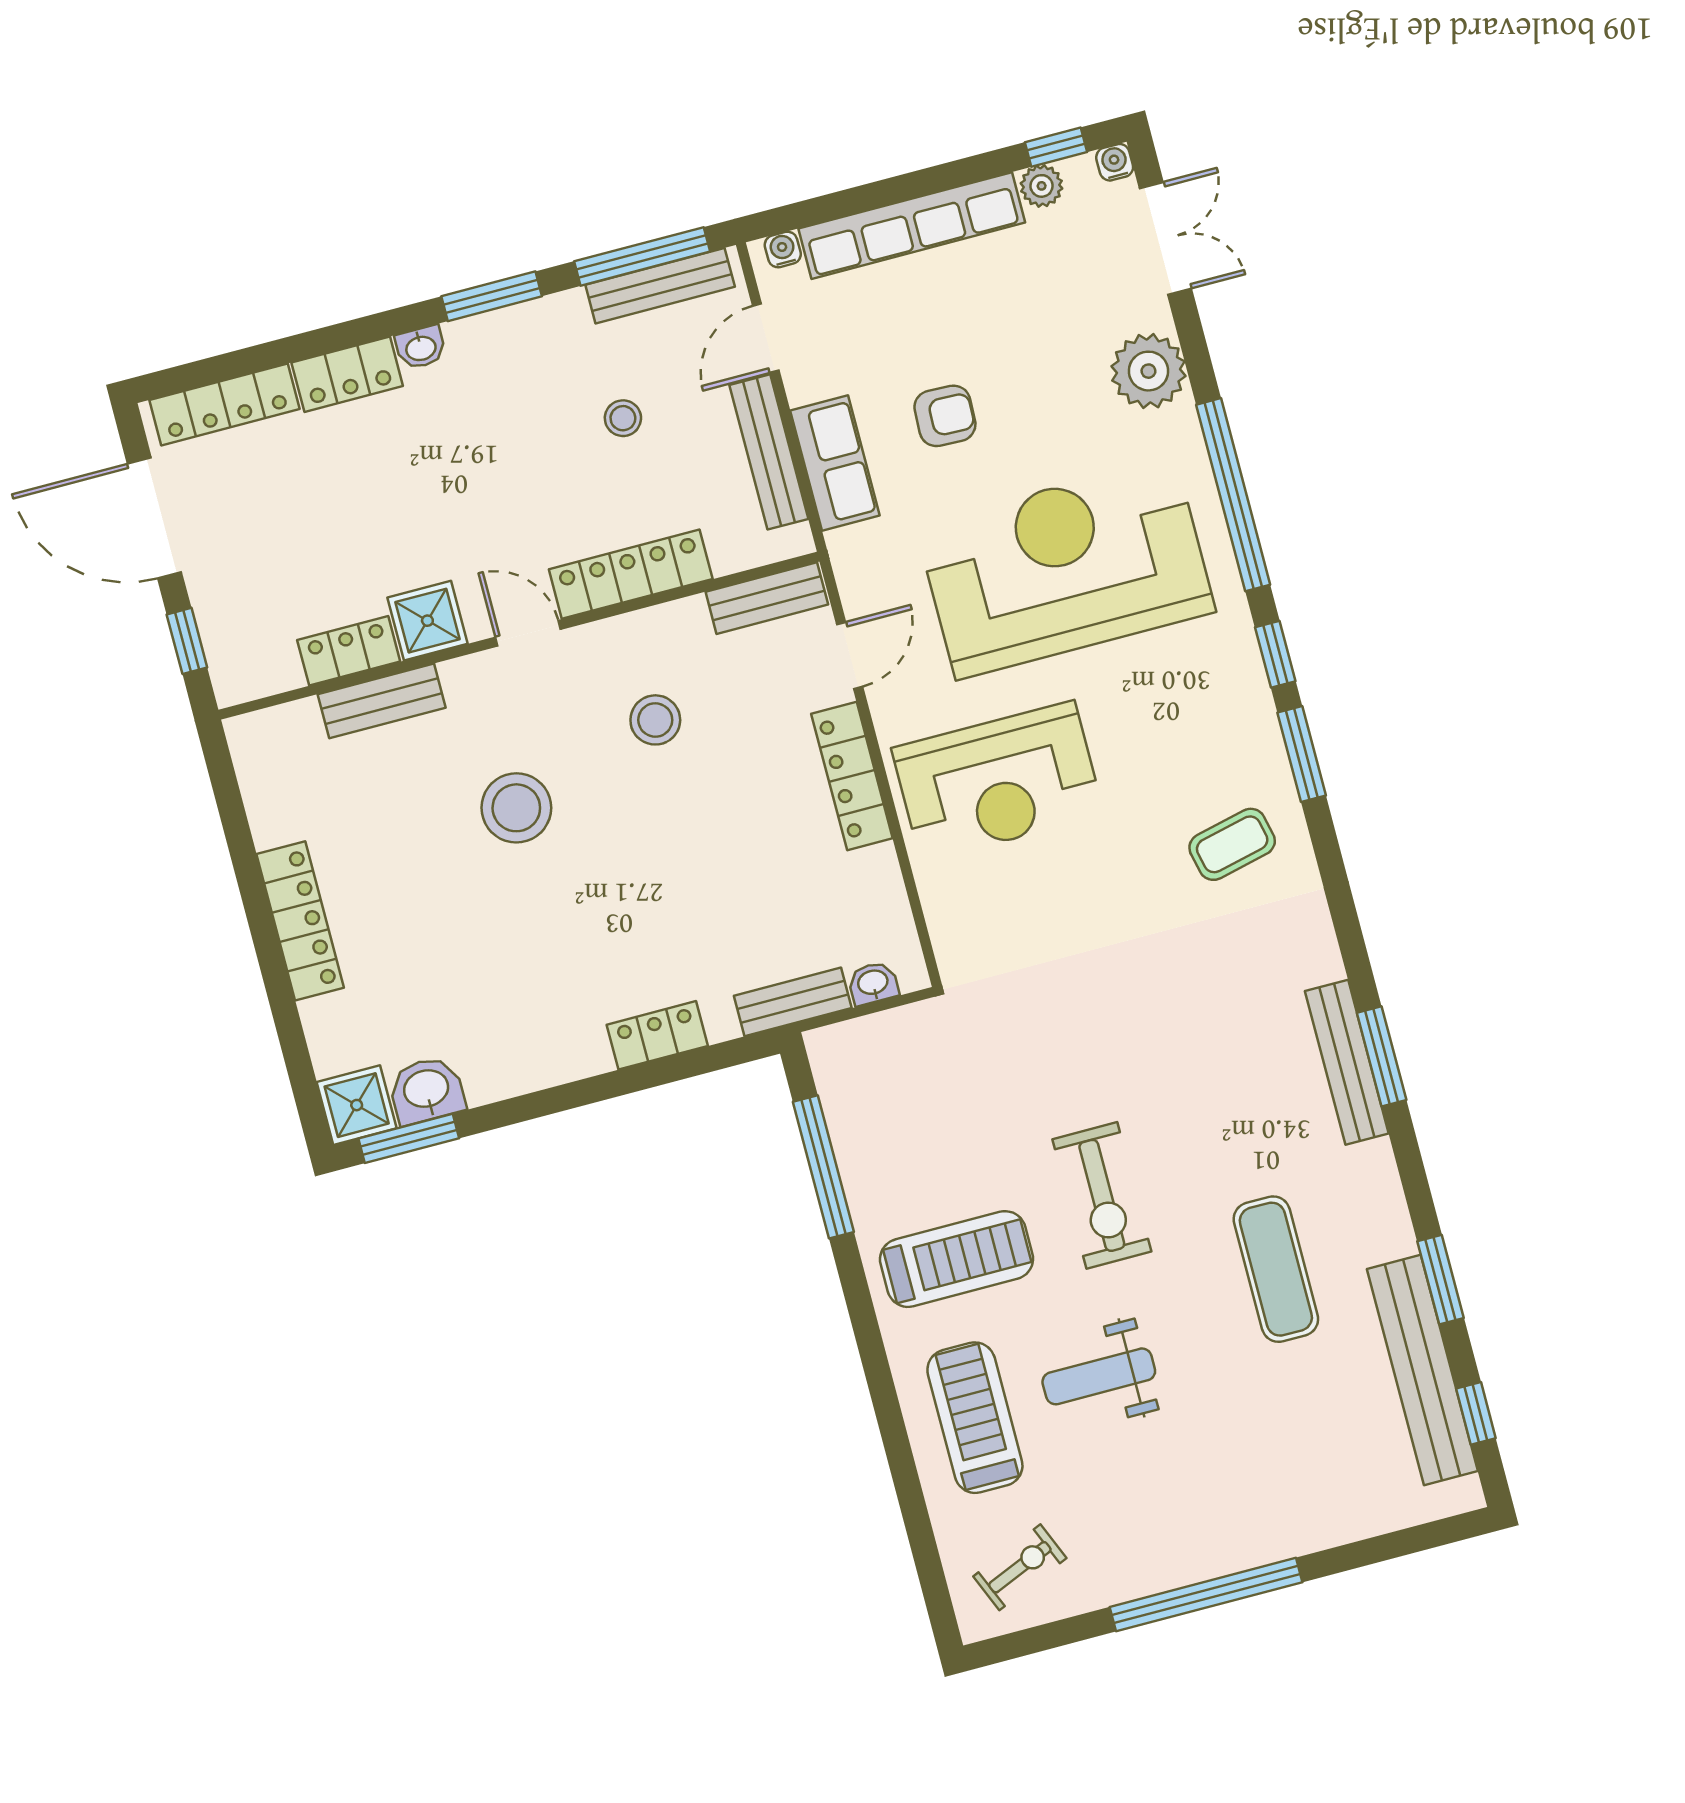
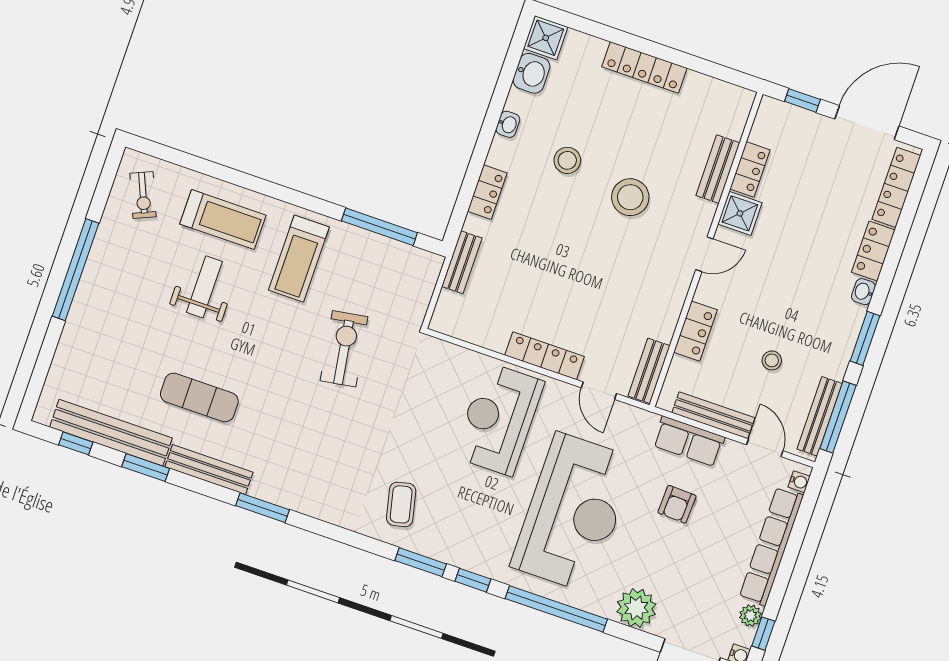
locker: (631, 574) -> (695, 331), width x0.66
stool: (655, 720) -> (567, 160), moved
washbasin: (873, 983) -> (508, 124), moved
bench: (1347, 1062) -> (209, 469), moved
window: (409, 1138) -> (515, 51), removed
exercise bike: (1102, 1195) -> (344, 349), moved, turned 81

